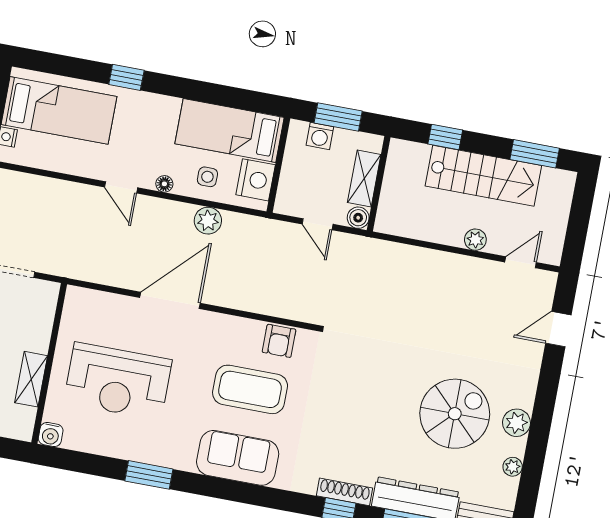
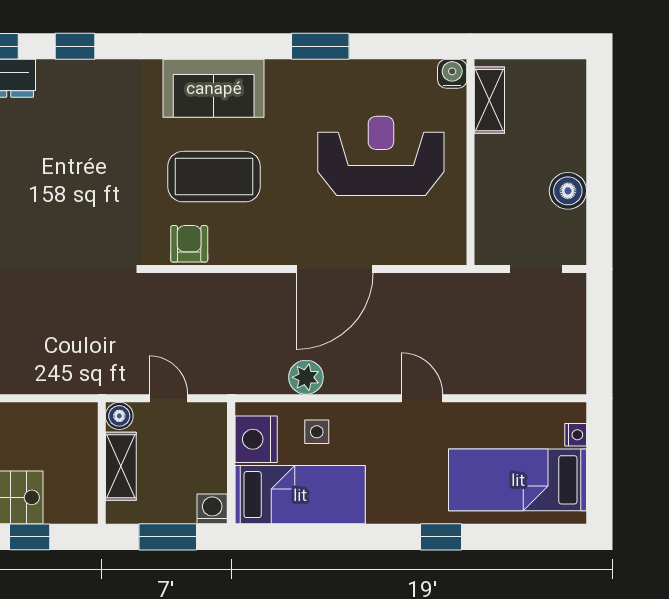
washing machine: (320, 136) -> (212, 509), moved
floor lamp: (164, 184) -> (369, 413), removed
shelving: (31, 379) -> (489, 100), moved
shoe rack: (345, 492) -> (72, 71), removed

